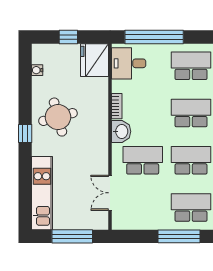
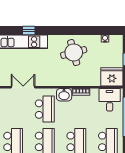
window: (25, 133) -> (29, 31), moved

